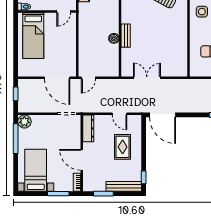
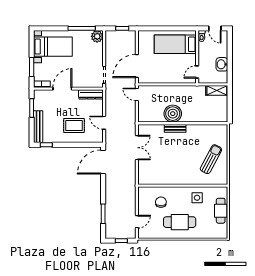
door: (64, 12) -> (197, 72), hinge flipped
boiler: (114, 38) -> (173, 114), width x1.86, depth x1.86
door: (119, 114) -> (104, 123), hinge flipped

